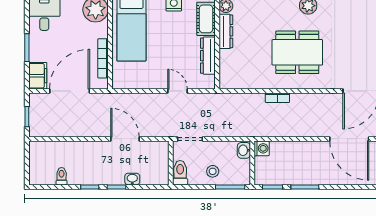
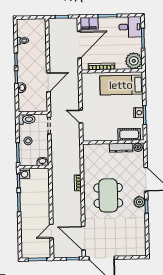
dresser: (208, 56) -> (105, 136), removed
door: (70, 91) -> (79, 45), hinge flipped
door: (178, 91) -> (81, 116), swing flipped
door: (349, 139) -> (51, 231), width x0.53
washing machine: (262, 148) -> (25, 173), moved

